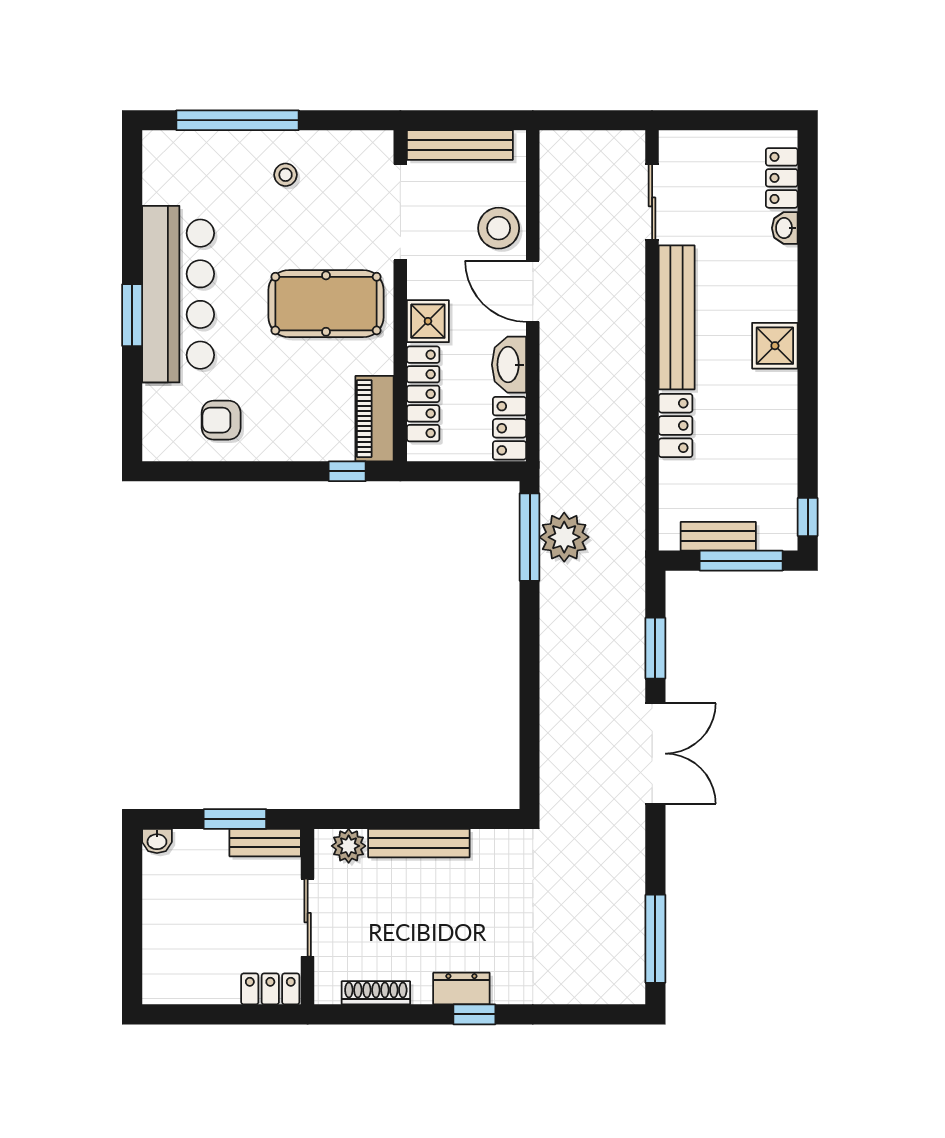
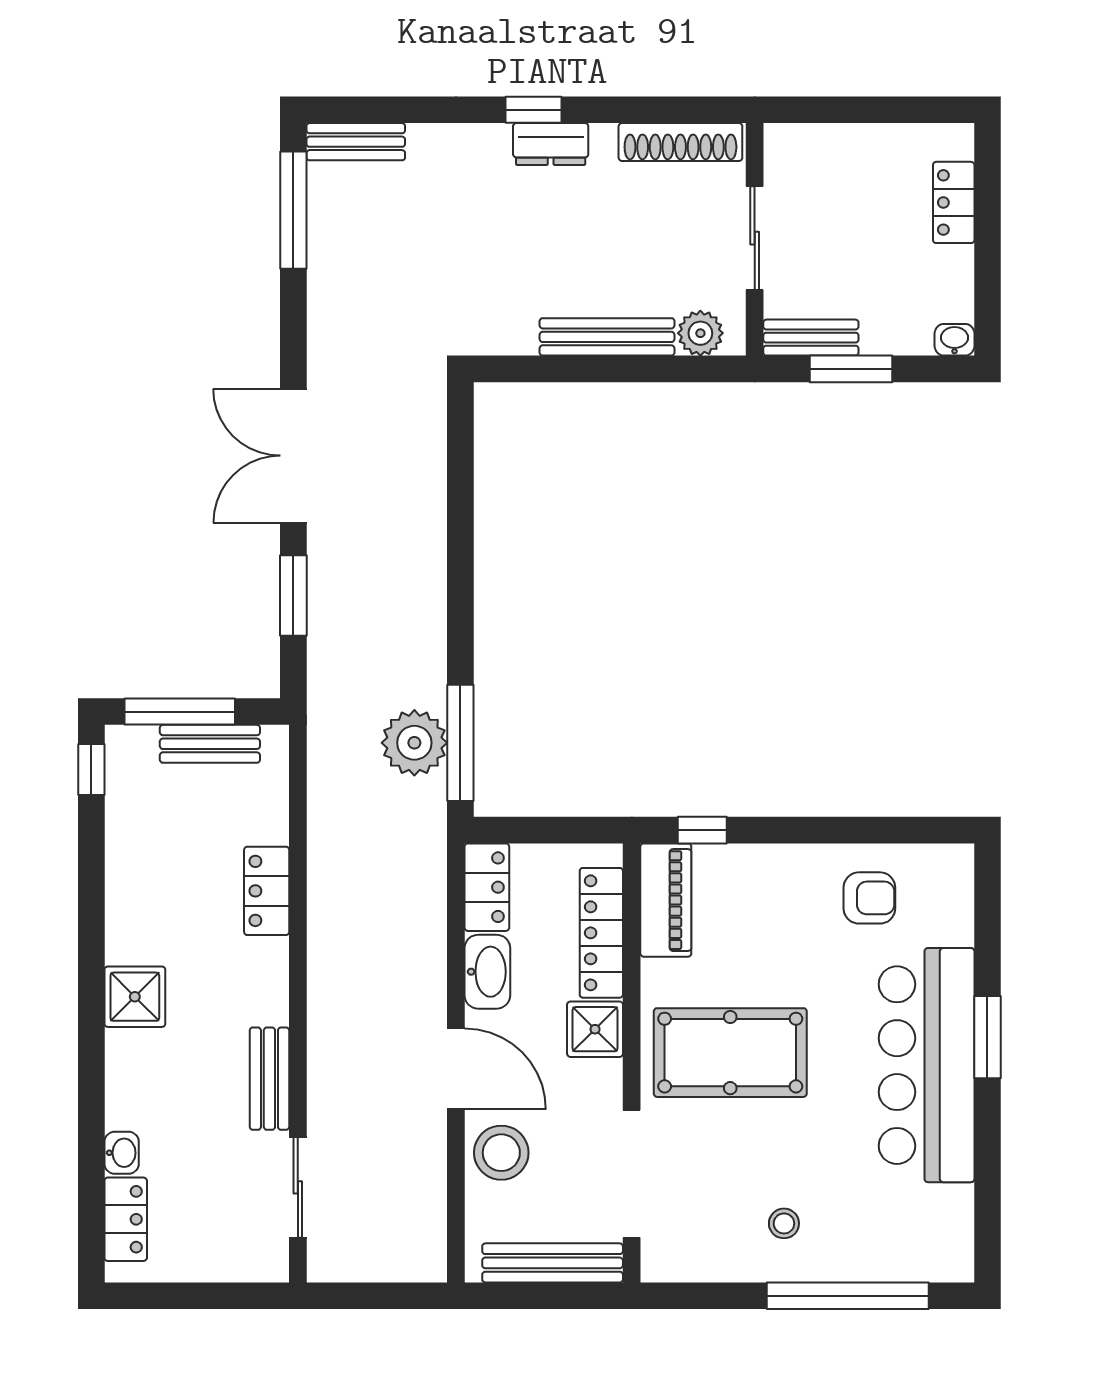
bench: (677, 317) -> (269, 1079), width x0.54, depth x0.82
locker: (270, 989) -> (954, 202), moved, turned 90
bench: (608, 990) -> (356, 142), added
shoe rack: (376, 993) -> (680, 142), width x1.36, depth x1.24

